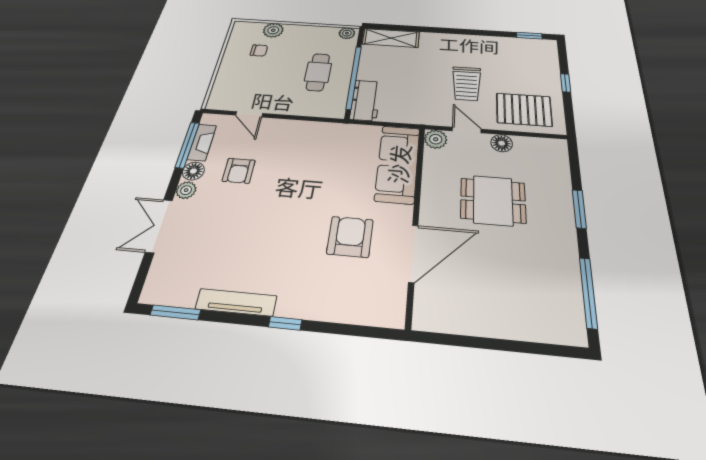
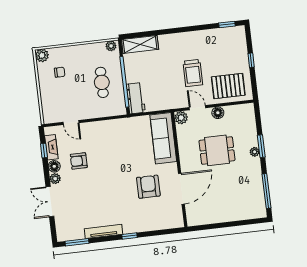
plant: (273, 30) -> (42, 55), moved
window: (187, 145) -> (44, 151), width x0.46
armchair: (239, 171) -> (79, 161), turned 90
plant: (566, 216) -> (255, 152), added

